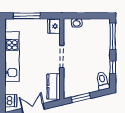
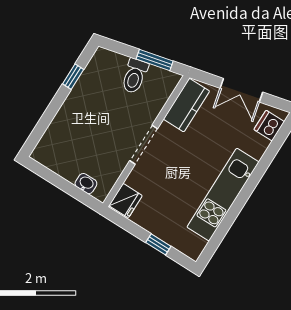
window: (27, 16) -> (158, 244), width x0.46
window: (113, 36) -> (42, 126), removed
toilet: (103, 81) -> (135, 76), moved

